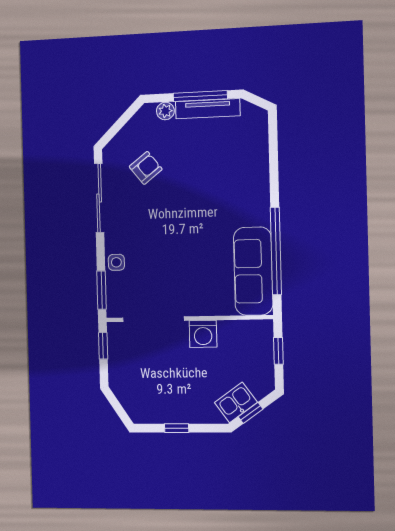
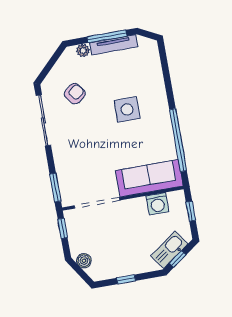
side table: (116, 262) -> (127, 109), moved, width x1.87, depth x1.87
sofa: (253, 271) -> (149, 178), moved, turned 90
washing machine: (203, 334) -> (158, 204), moved
boiler: (125, 393) -> (84, 261), added
kitchen sink: (236, 402) -> (169, 250), width x1.38

